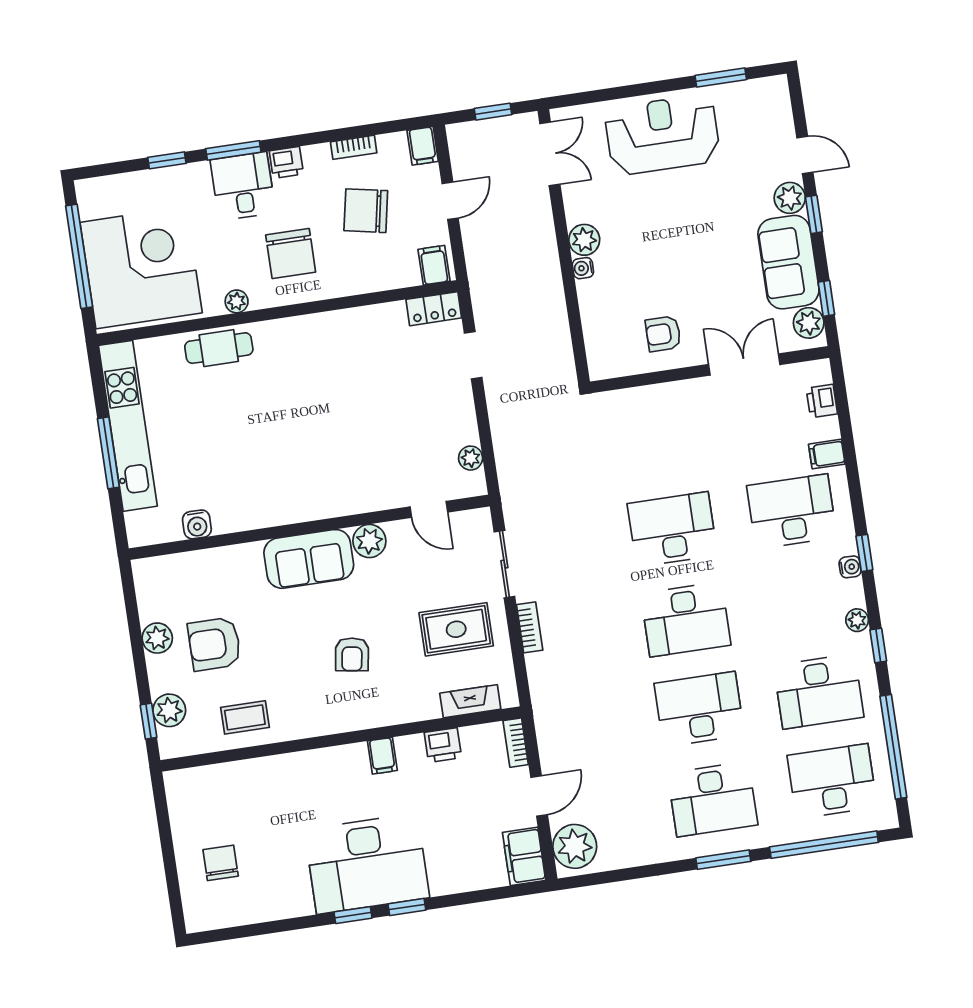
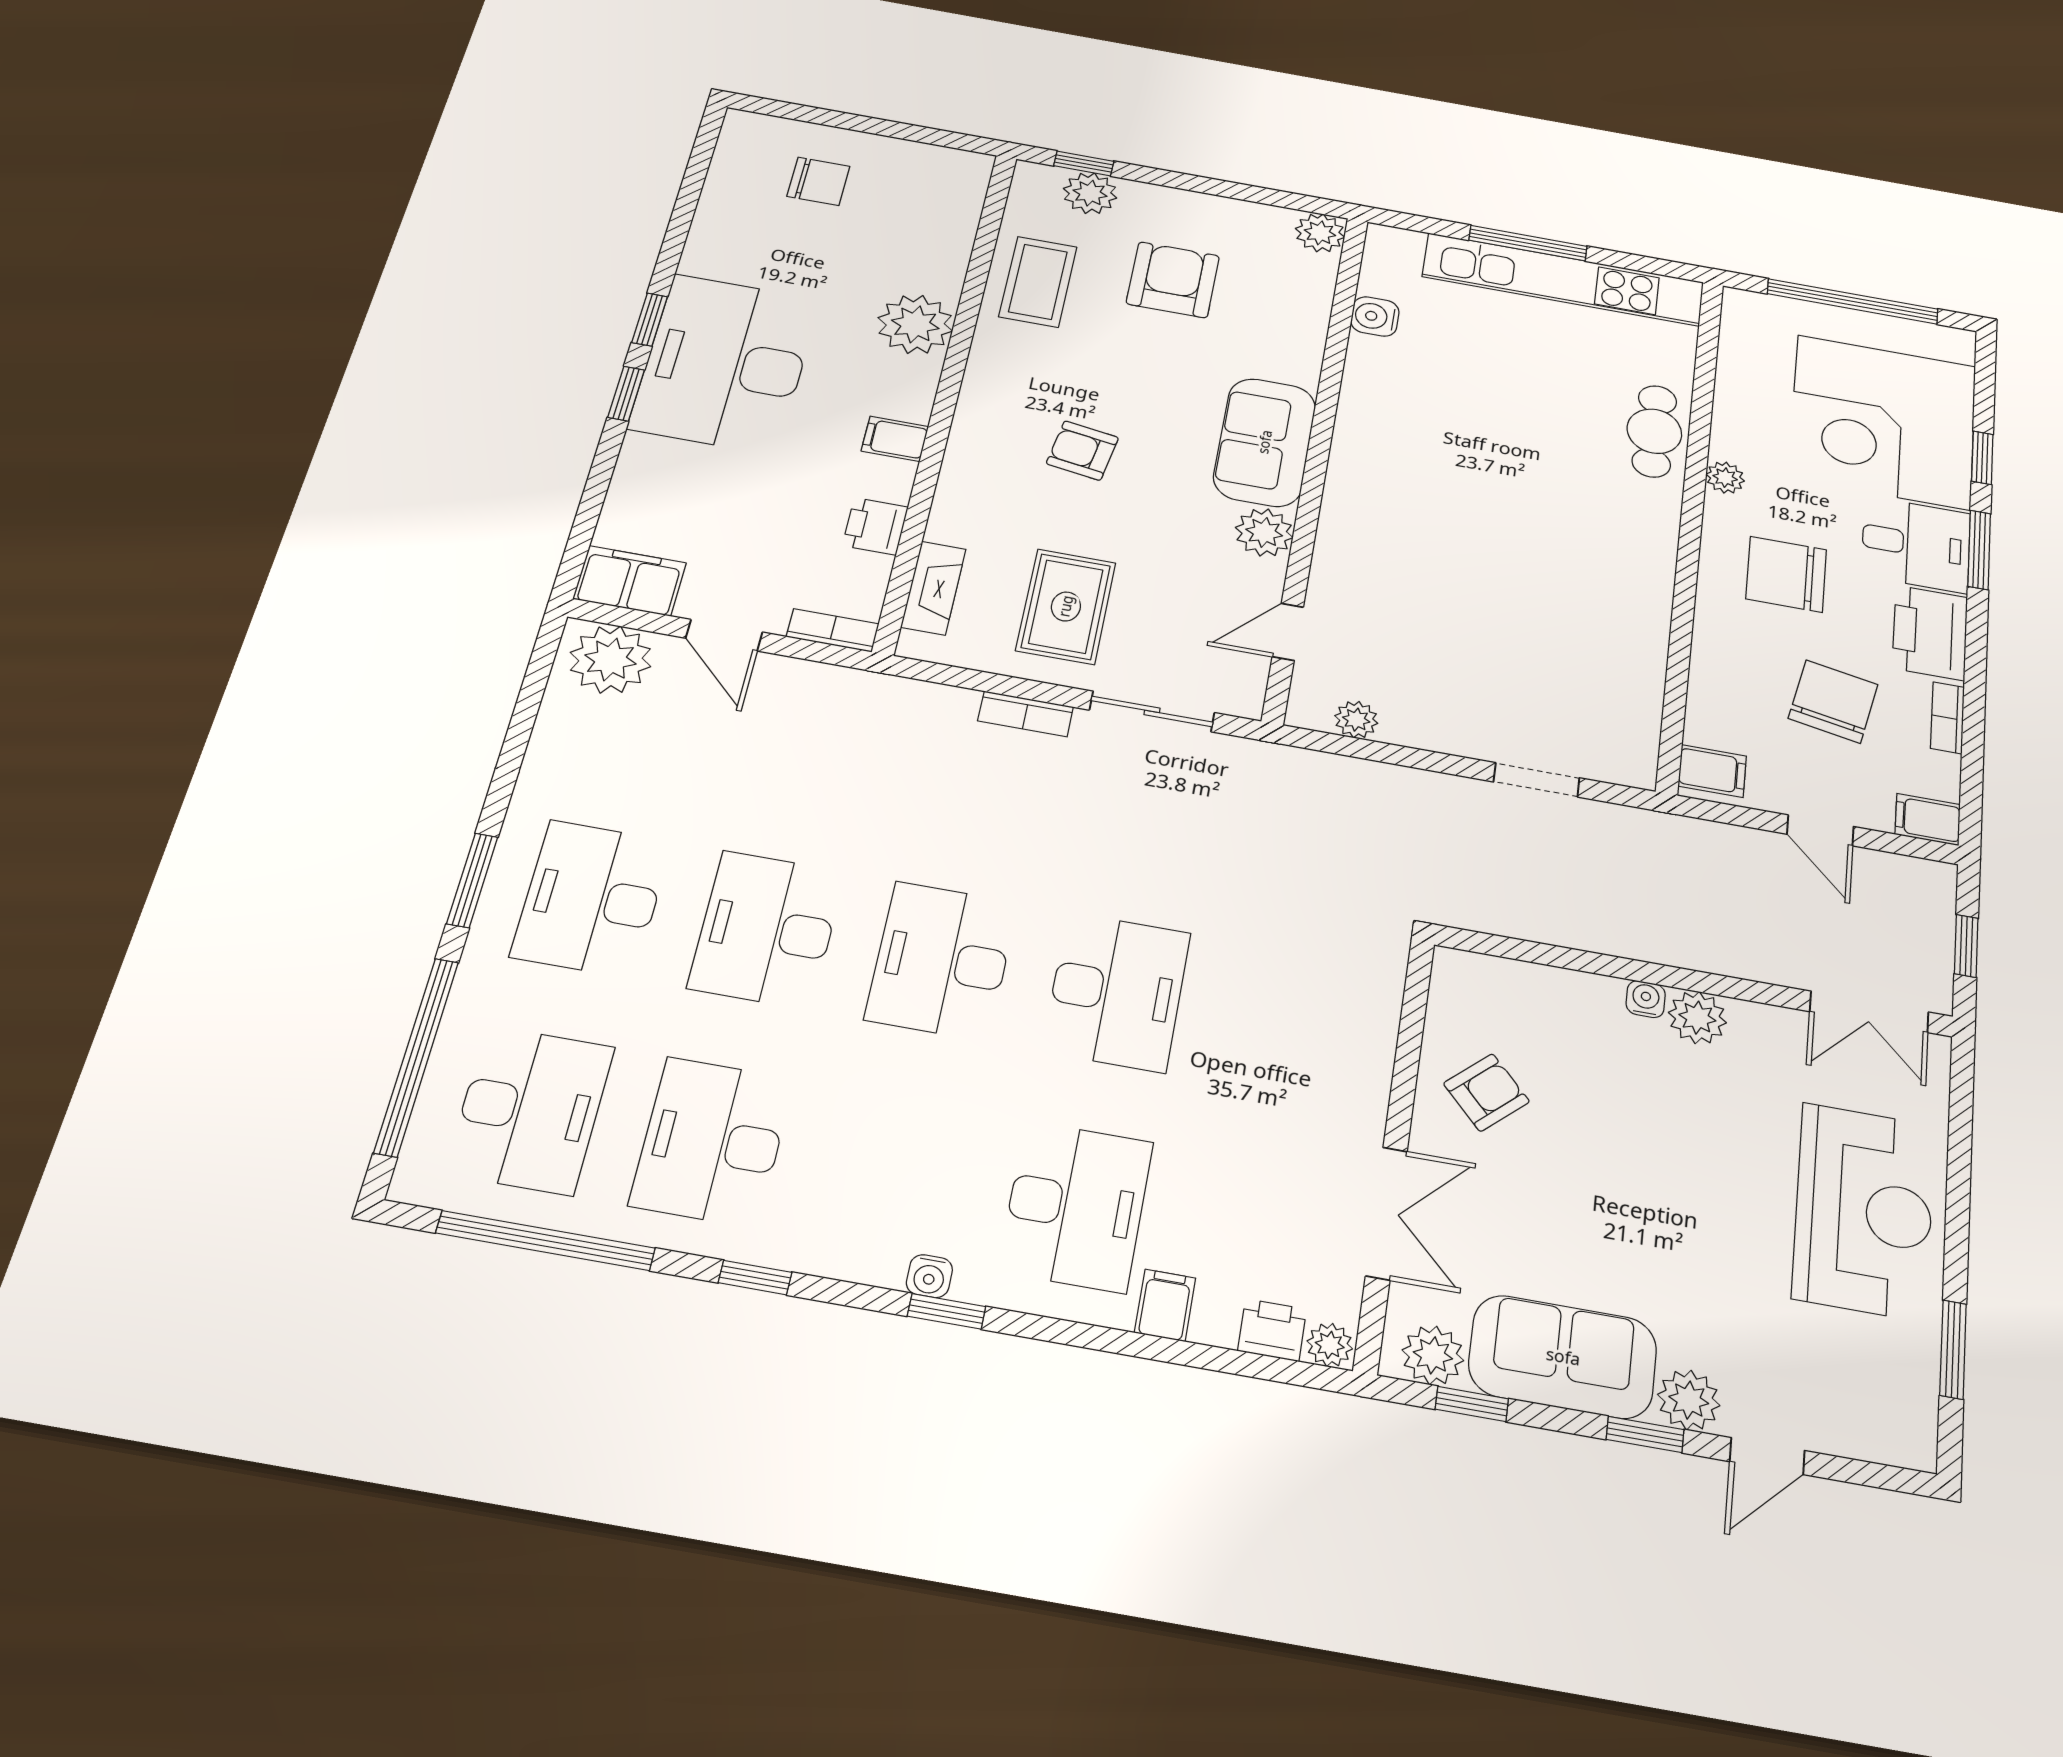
printer: (286, 163) -> (1930, 633), width x1.87, depth x1.48
corner desk: (141, 268) -> (1883, 422), moved, turned 90
locker: (434, 309) -> (1636, 747), removed
armchair: (663, 334) -> (1486, 1092), turned 47
plant: (857, 620) -> (1330, 1345), moved
plant: (157, 638) -> (1320, 233), moved
desk: (699, 709) -> (767, 930), turned 180
coffee table: (245, 717) -> (1038, 282), width x1.36, depth x1.30
plant: (301, 773) -> (915, 324), added

